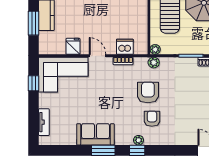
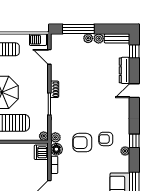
dishwasher: (125, 47) -> (41, 152), moved
floor lamp: (141, 64) -> (56, 149), added
window: (137, 150) -> (134, 141), moved

